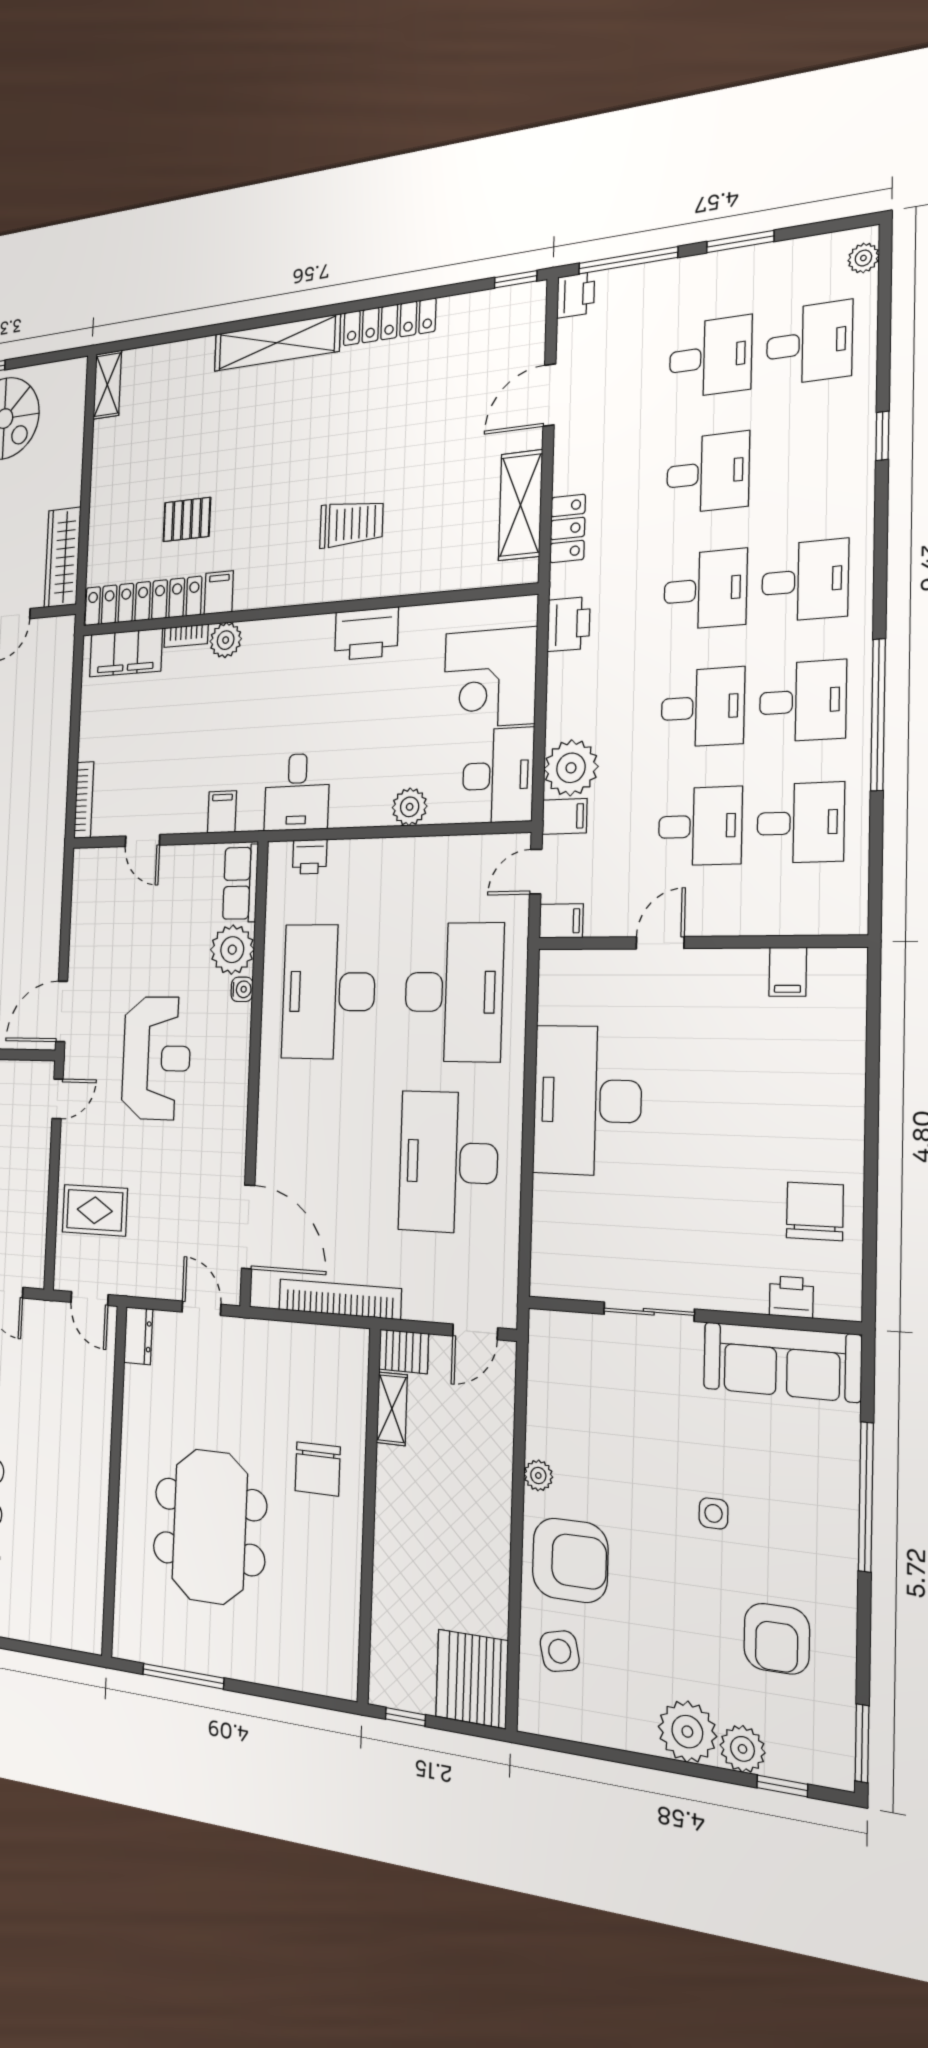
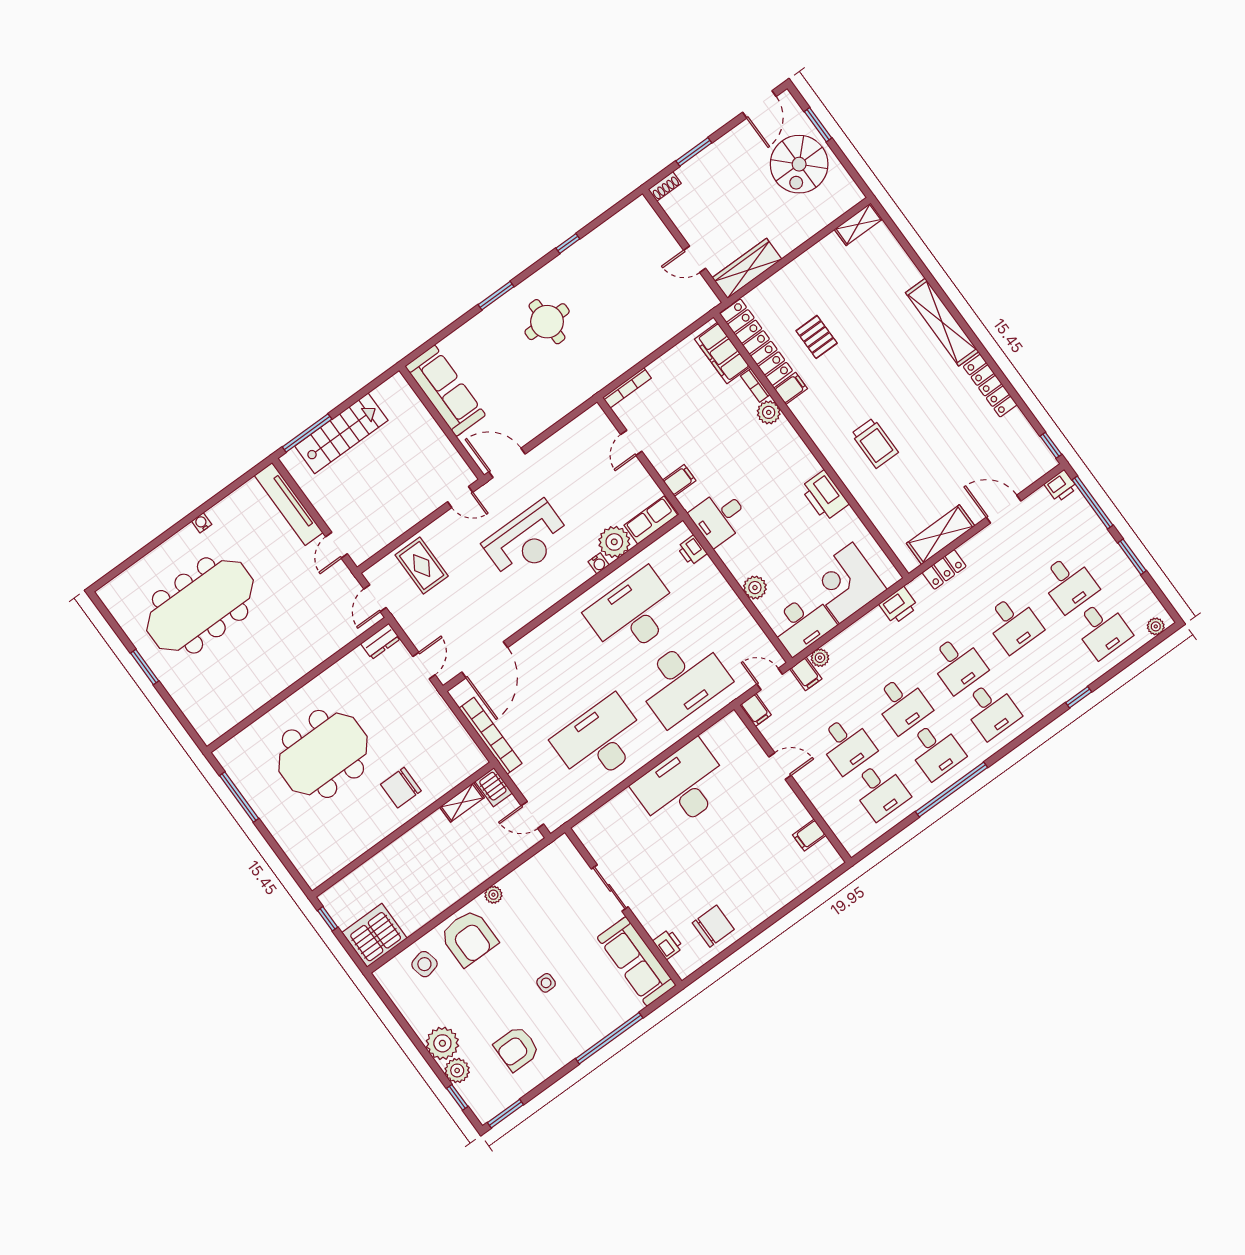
plant: (571, 768) -> (820, 658), width x0.53, depth x0.53

